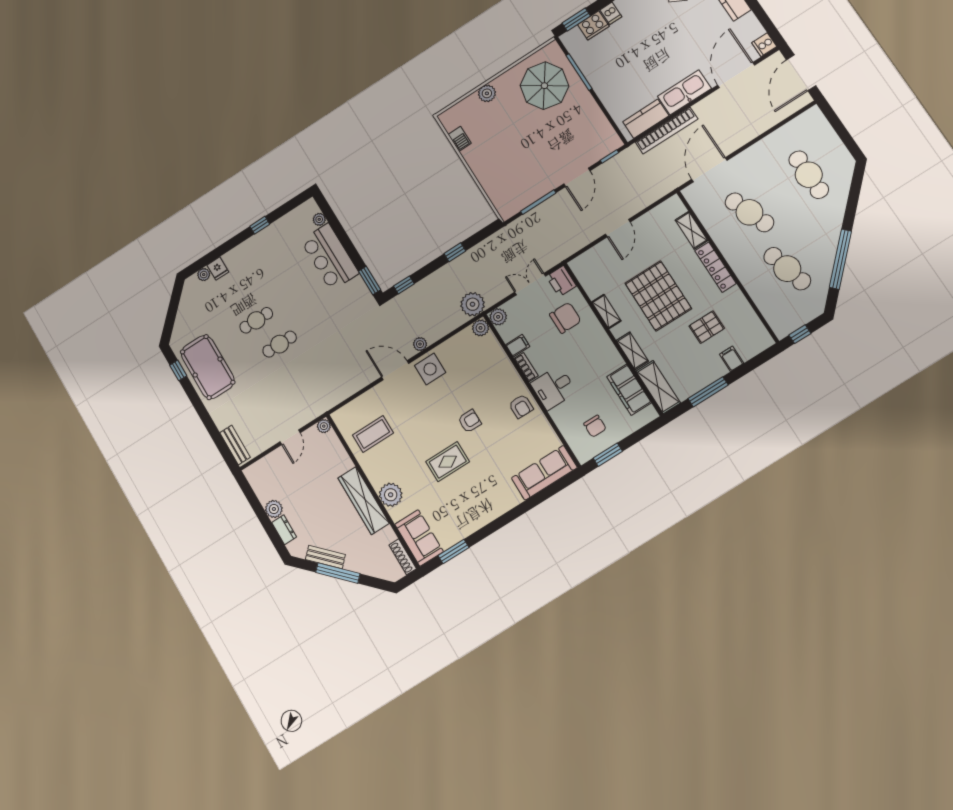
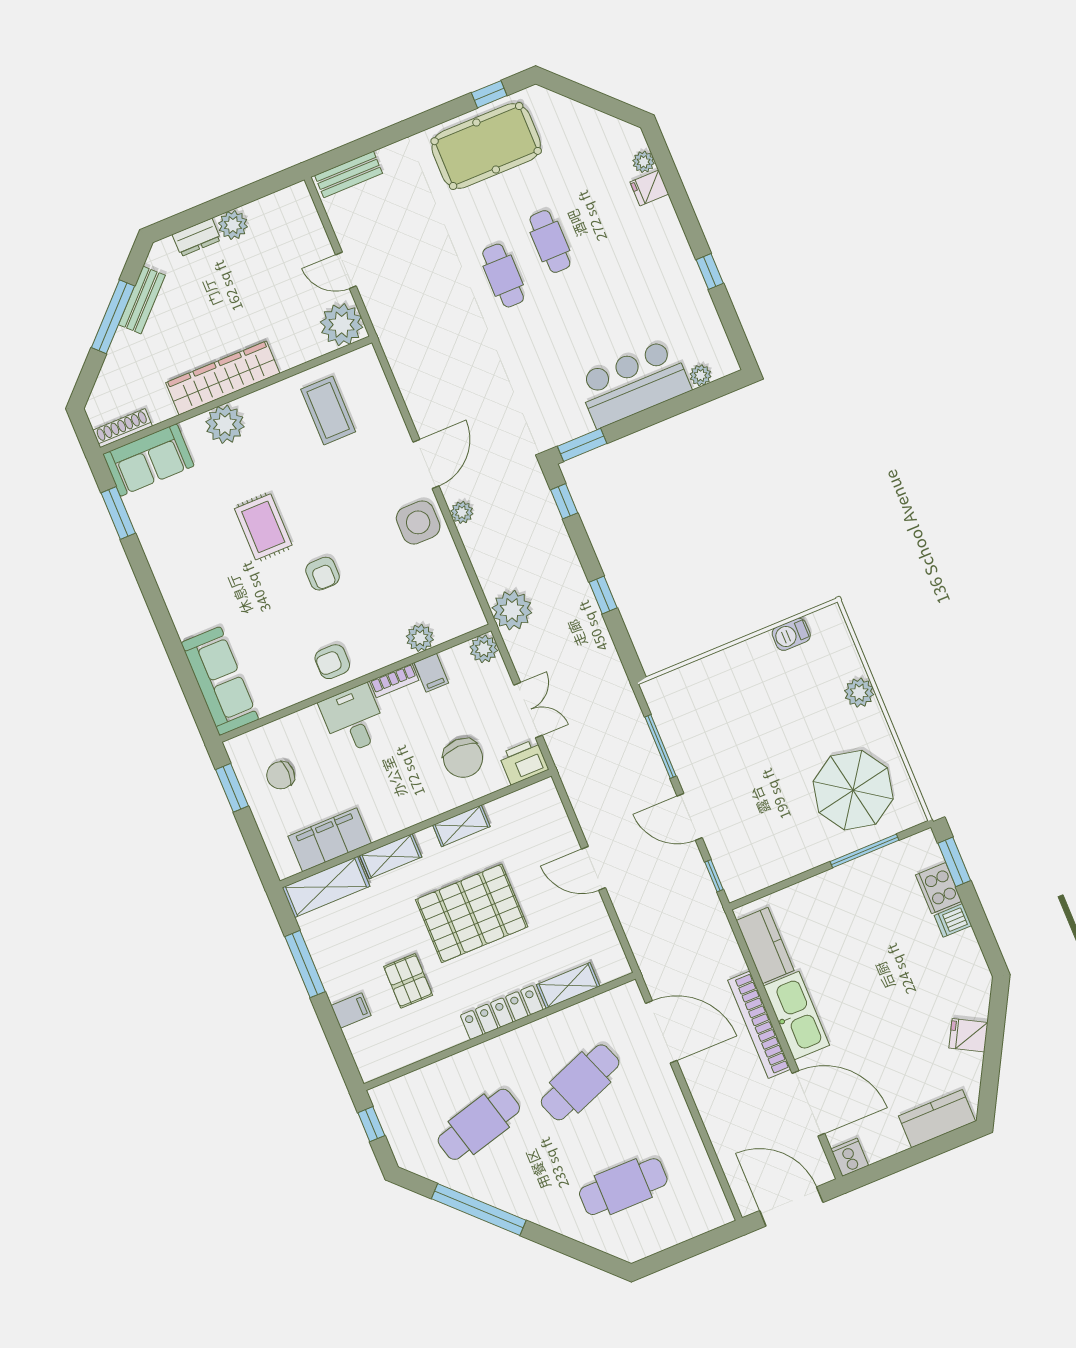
bookcase: (667, 131) -> (759, 1025), moved
plant: (481, 328) -> (420, 638), moved
plant: (324, 426) -> (342, 325), width x1.88, depth x1.88

